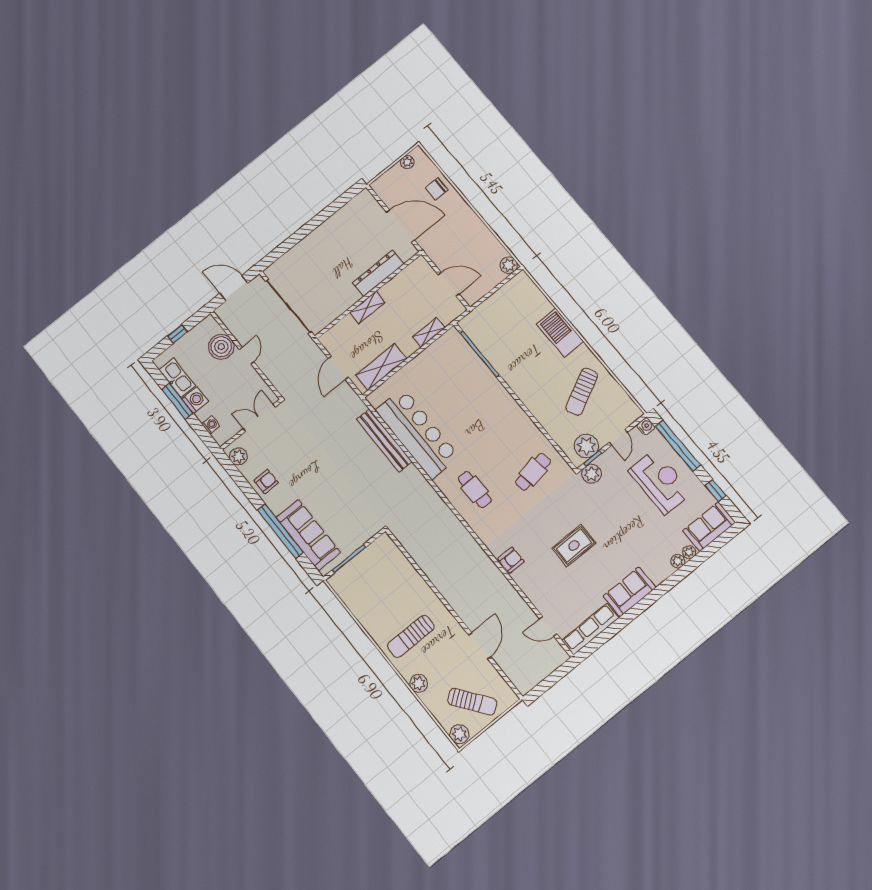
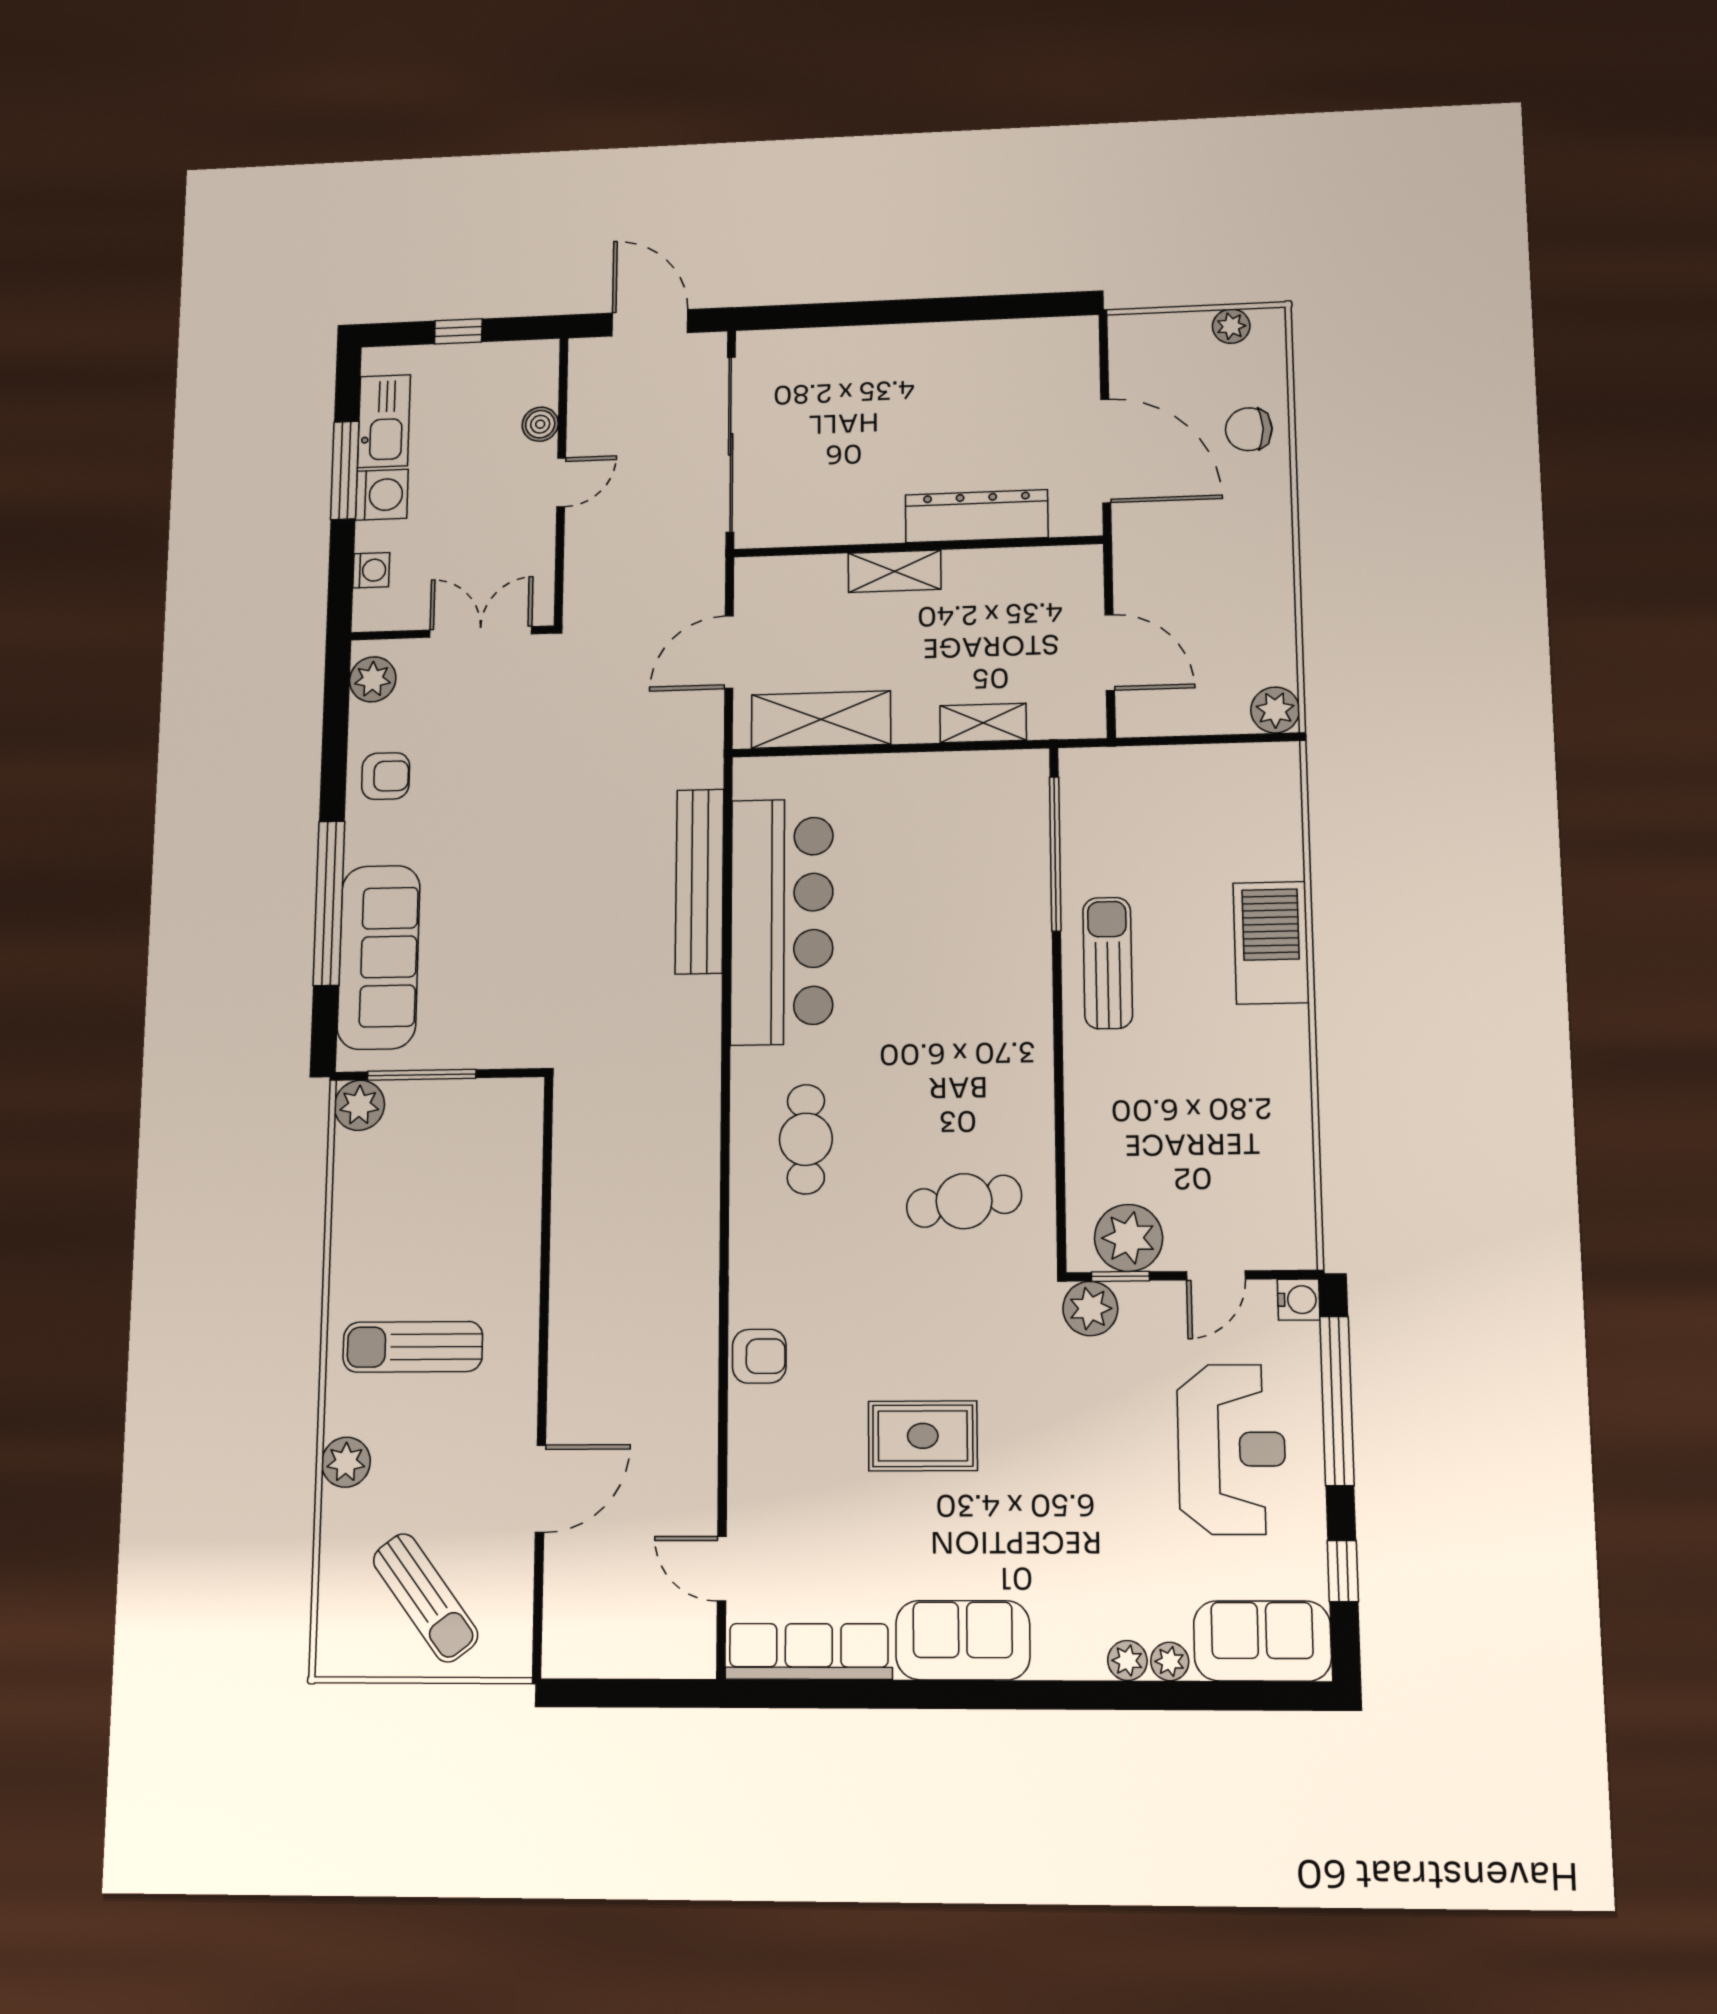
boiler: (221, 347) -> (540, 424), width x0.54, depth x0.54
sun lounger: (582, 392) -> (1108, 963), moved, turned 117
plant: (459, 734) -> (359, 1105), moved

